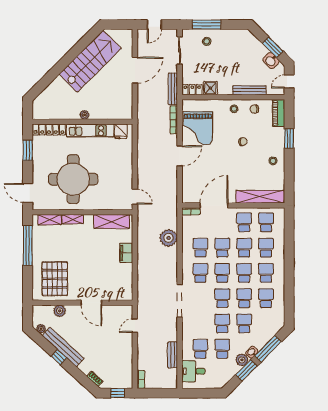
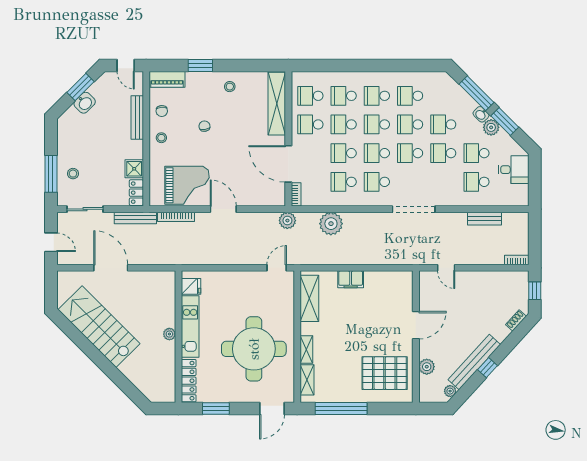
washbasin: (271, 61) -> (85, 103), moved
plant: (171, 205) -> (287, 221), added
desk: (193, 371) -> (514, 170), moved, turned -90

